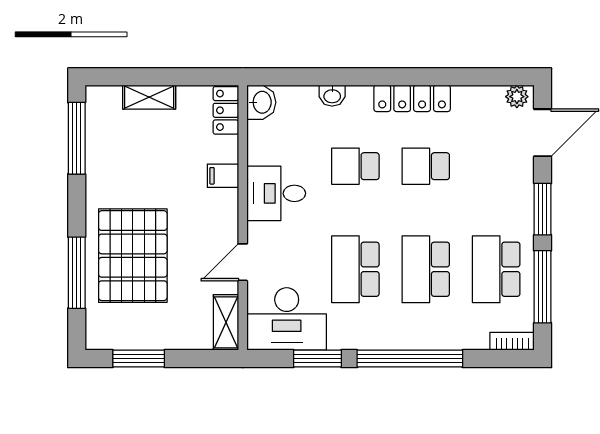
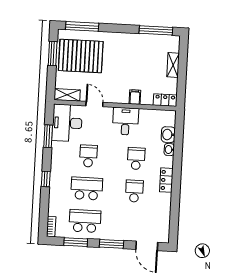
plant: (517, 97) -> (164, 235), removed
locker: (412, 98) -> (166, 180), width x0.66
washbasin: (261, 102) -> (168, 135), moved, turned 90
pallet: (133, 256) -> (81, 56), moved
school desk: (355, 269) -> (88, 156), width x0.54
window: (77, 273) -> (82, 26), moved
window: (543, 287) -> (76, 242), width x0.69
window: (410, 359) -> (46, 179), width x0.32

